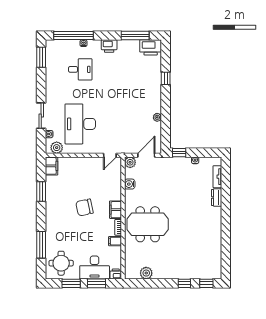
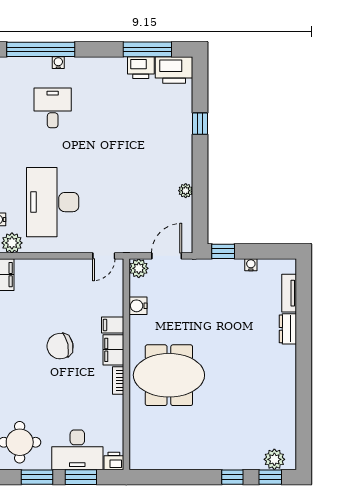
printer: (109, 46) -> (141, 68), moved
desk: (80, 69) -> (53, 108), turned -90
filing cabinet: (115, 241) -> (113, 325), moved
plant: (146, 273) -> (274, 459), moved

